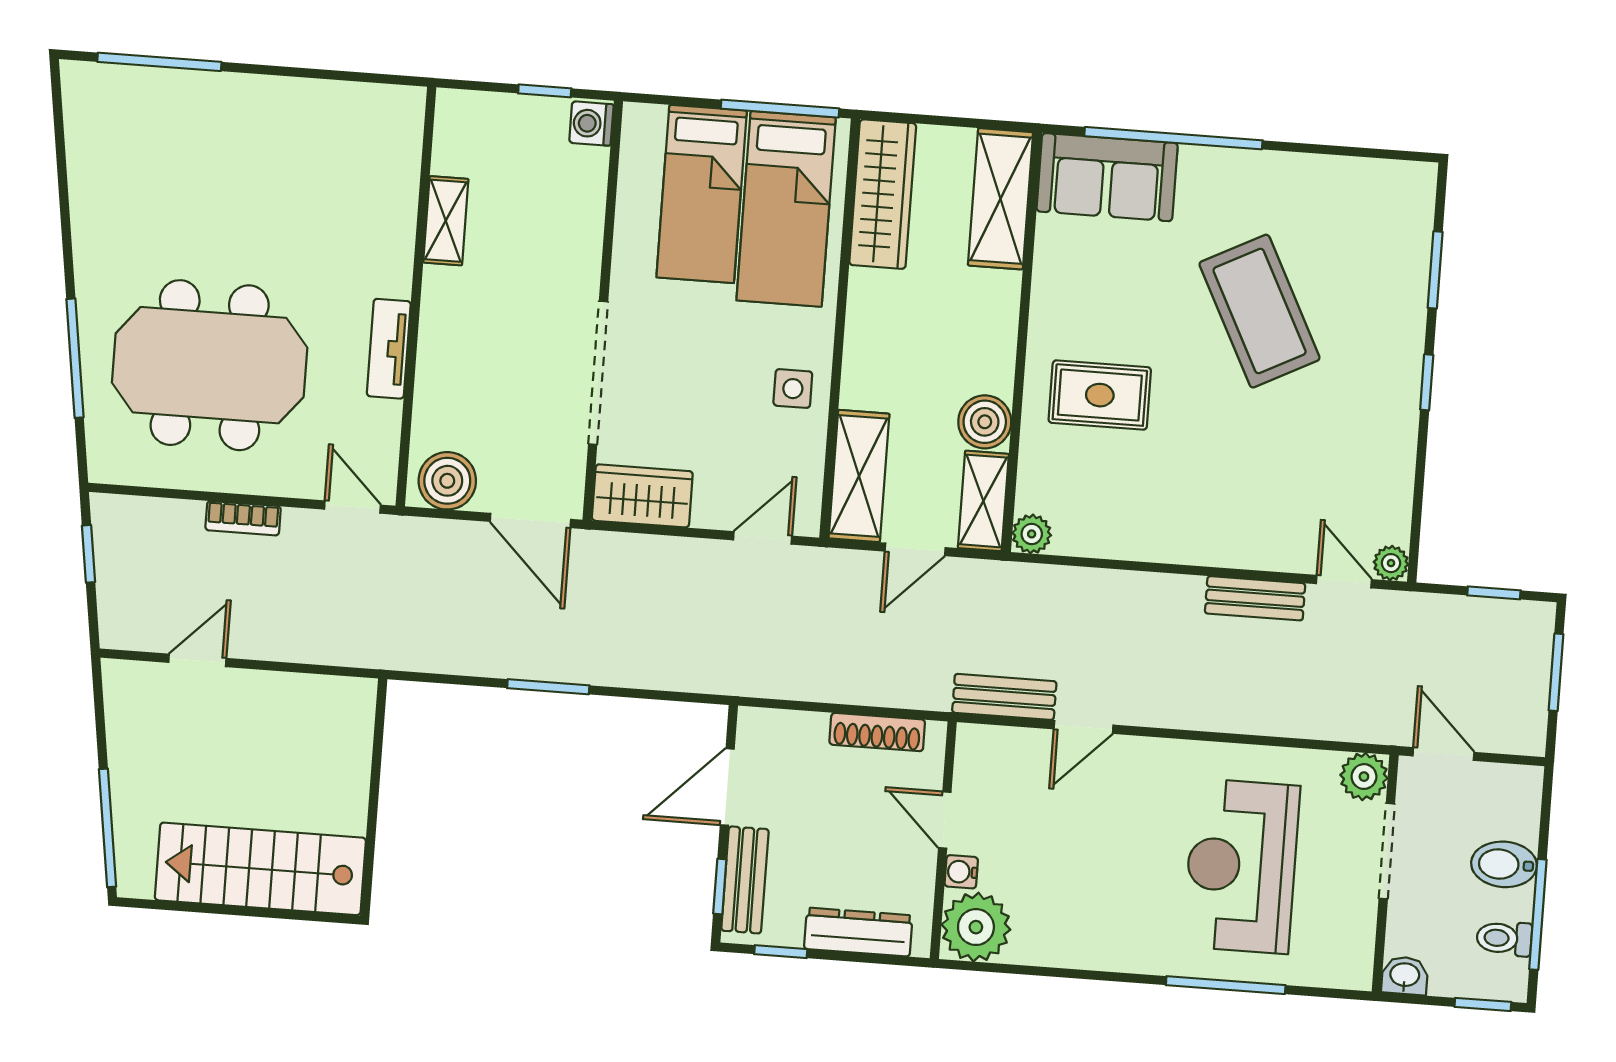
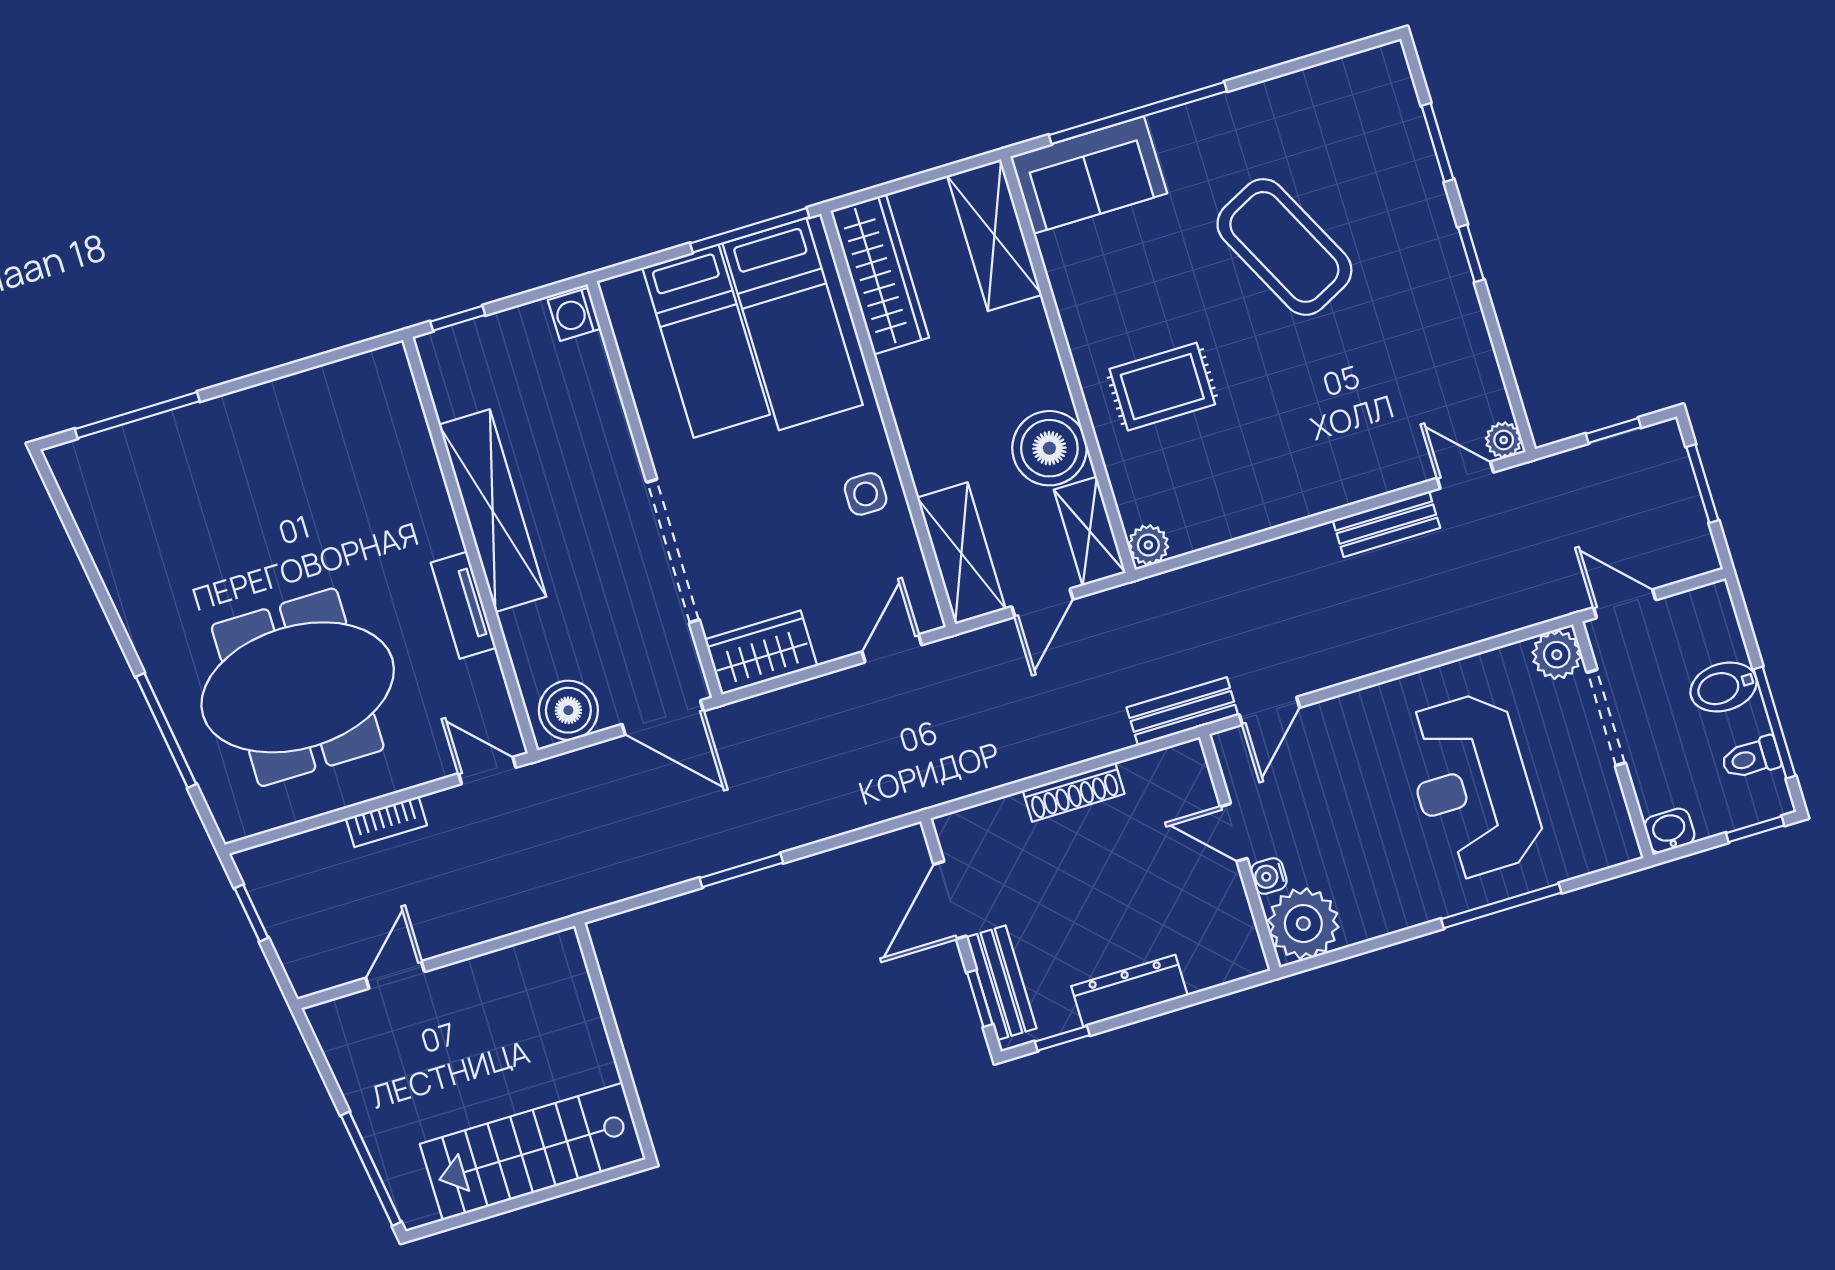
window: (545, 91) -> (458, 318), moved
shelving: (446, 221) -> (493, 511), width x2.20, depth x1.33
boiler: (985, 422) -> (1049, 448), width x1.37, depth x1.37
door: (945, 820) -> (1234, 832), moved
wall: (943, 840) -> (1240, 852), moved
water cooler: (961, 872) -> (1269, 876), moved
plant: (976, 927) -> (1303, 924), moved

